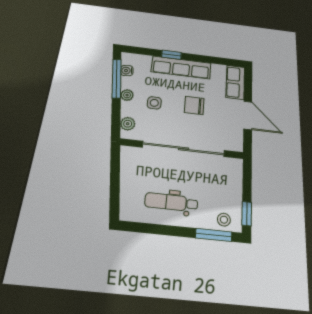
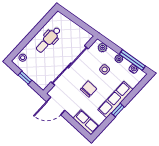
window: (171, 55) -> (118, 110), moved
door: (248, 115) -> (56, 106), moved
dental chair: (171, 202) -> (48, 40), turned 180
window: (247, 214) -> (25, 78), moved
window: (214, 235) -> (20, 48), removed

